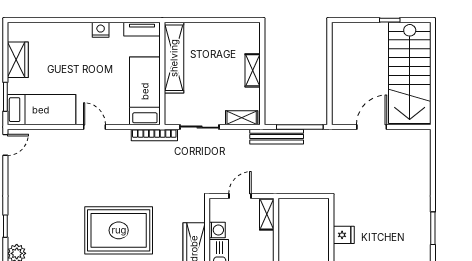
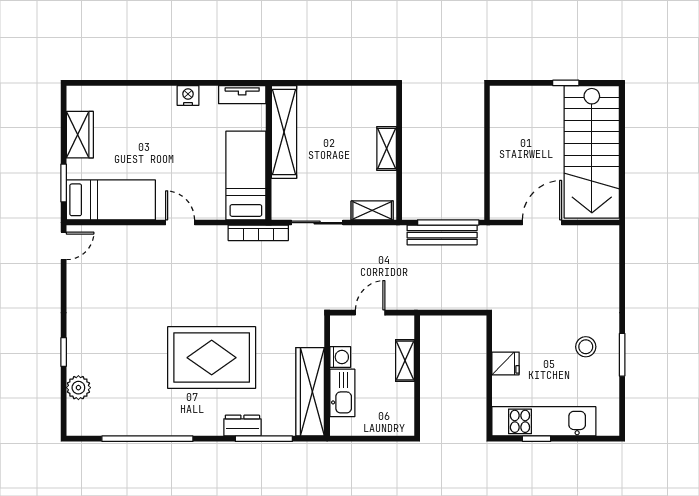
bench: (277, 137) -> (442, 235), moved
shelving: (267, 214) -> (405, 361), moved
stool: (405, 222) -> (586, 347), added

